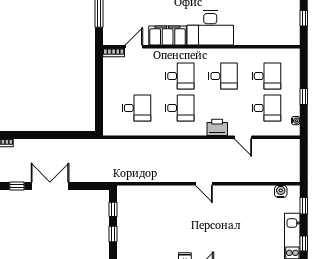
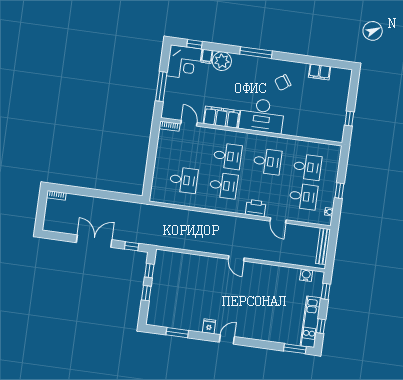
door: (134, 47) -> (189, 123), hinge flipped
bench: (295, 158) -> (323, 246), added
window: (17, 186) -> (132, 246), moved

